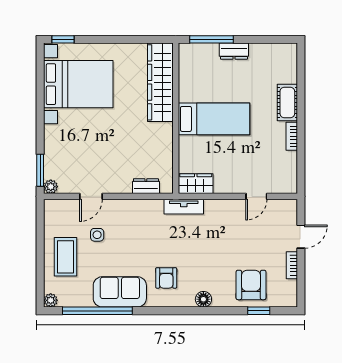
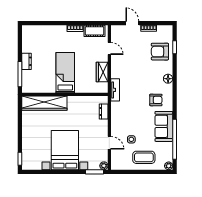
bed with nightstands: (78, 84) -> (65, 150), moved
cot: (287, 102) -> (94, 31), moved
wardrobe: (196, 184) -> (102, 72), moved

